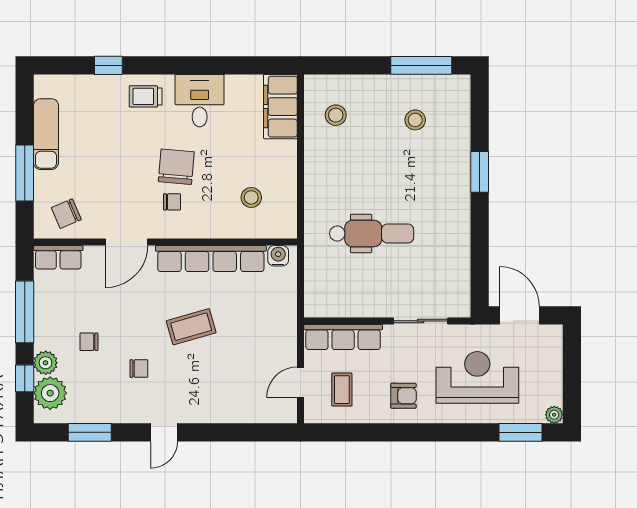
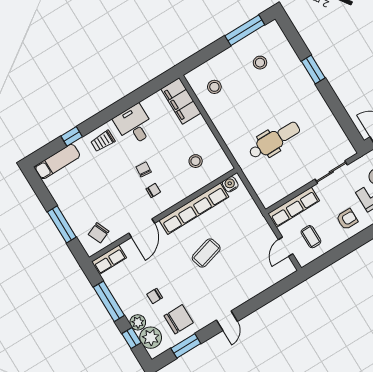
exam couch: (46, 134) -> (57, 162), moved, turned 90
chair: (176, 167) -> (144, 169), width x0.54, depth x0.54
chair: (139, 369) -> (179, 319), moved, width x1.87, depth x1.87

